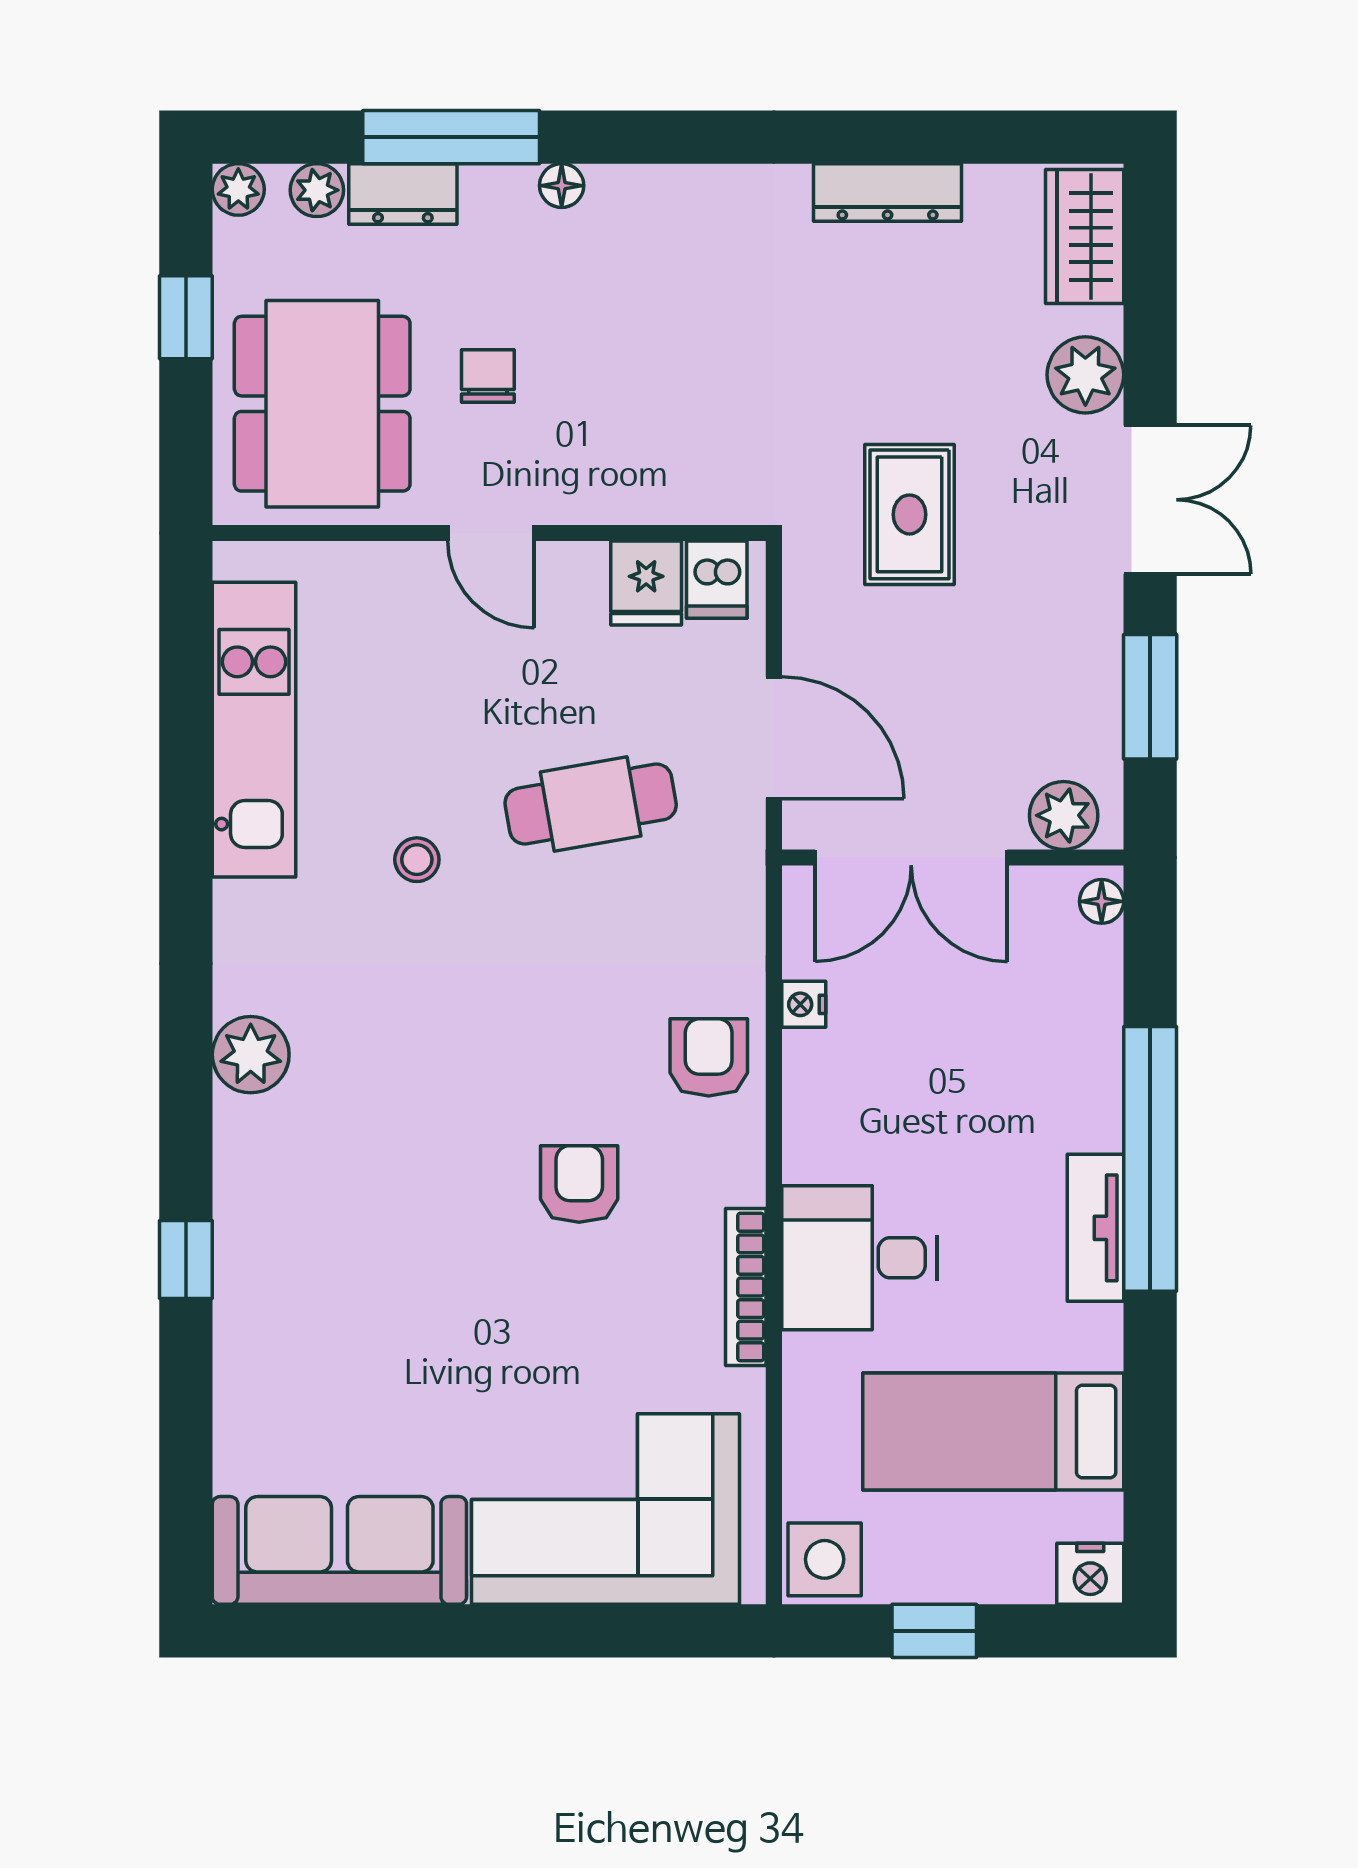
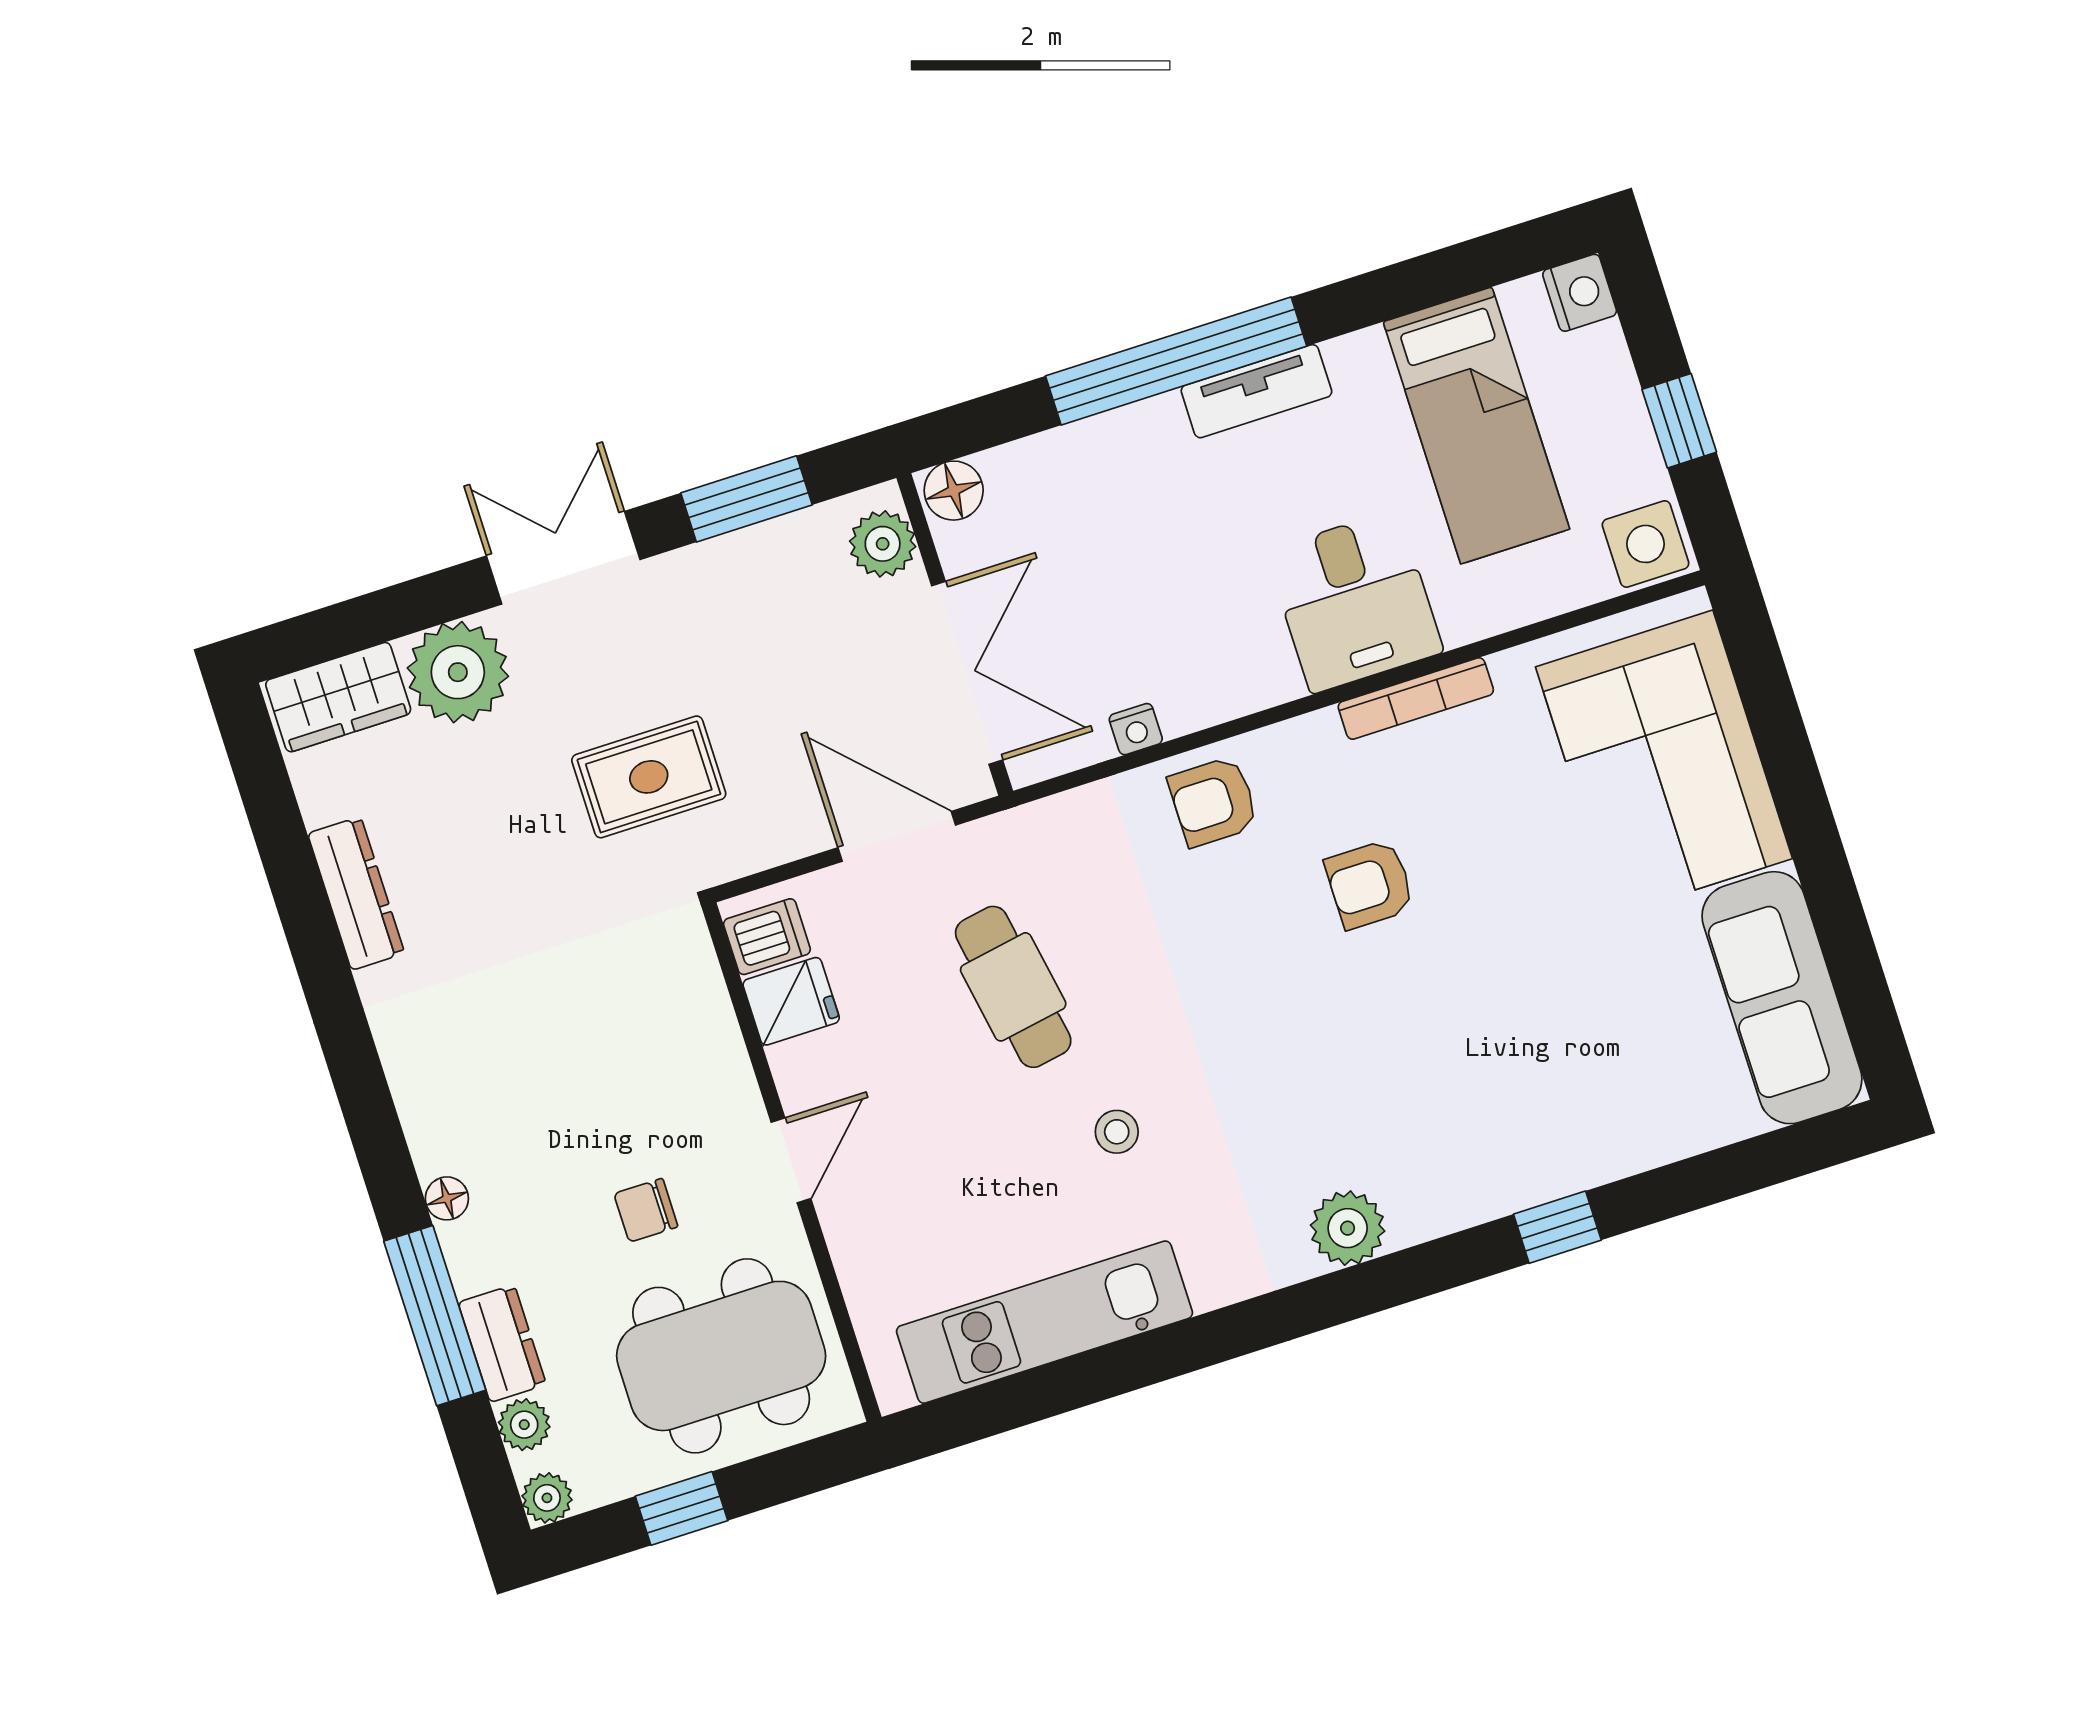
plant: (1085, 375) -> (458, 672), width x1.36, depth x1.36
door: (774, 738) -> (897, 836), hinge flipped
floor lamp: (1102, 901) -> (954, 491), width x1.37, depth x1.37

